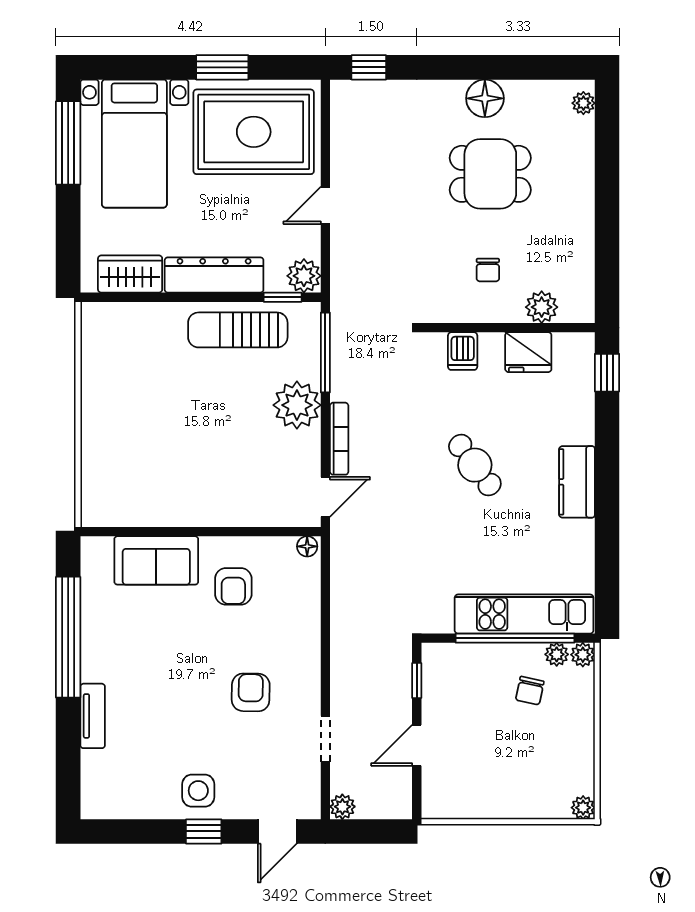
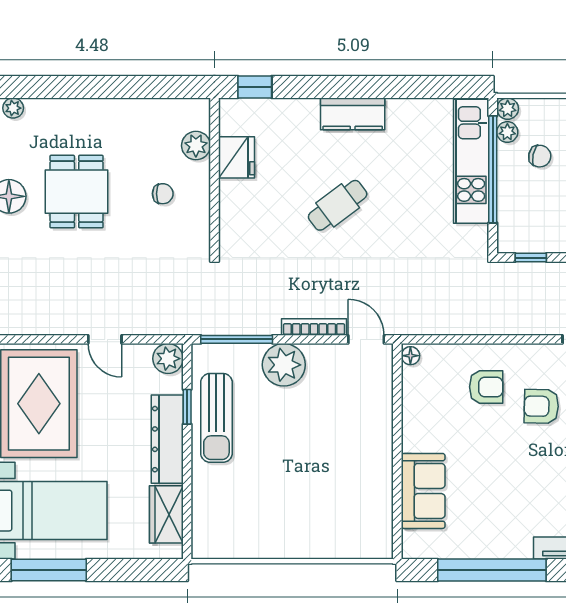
window: (283, 297) -> (187, 407), moved
dishwasher: (463, 351) -> (235, 216), removed
armchair: (233, 586) -> (486, 387), moved

